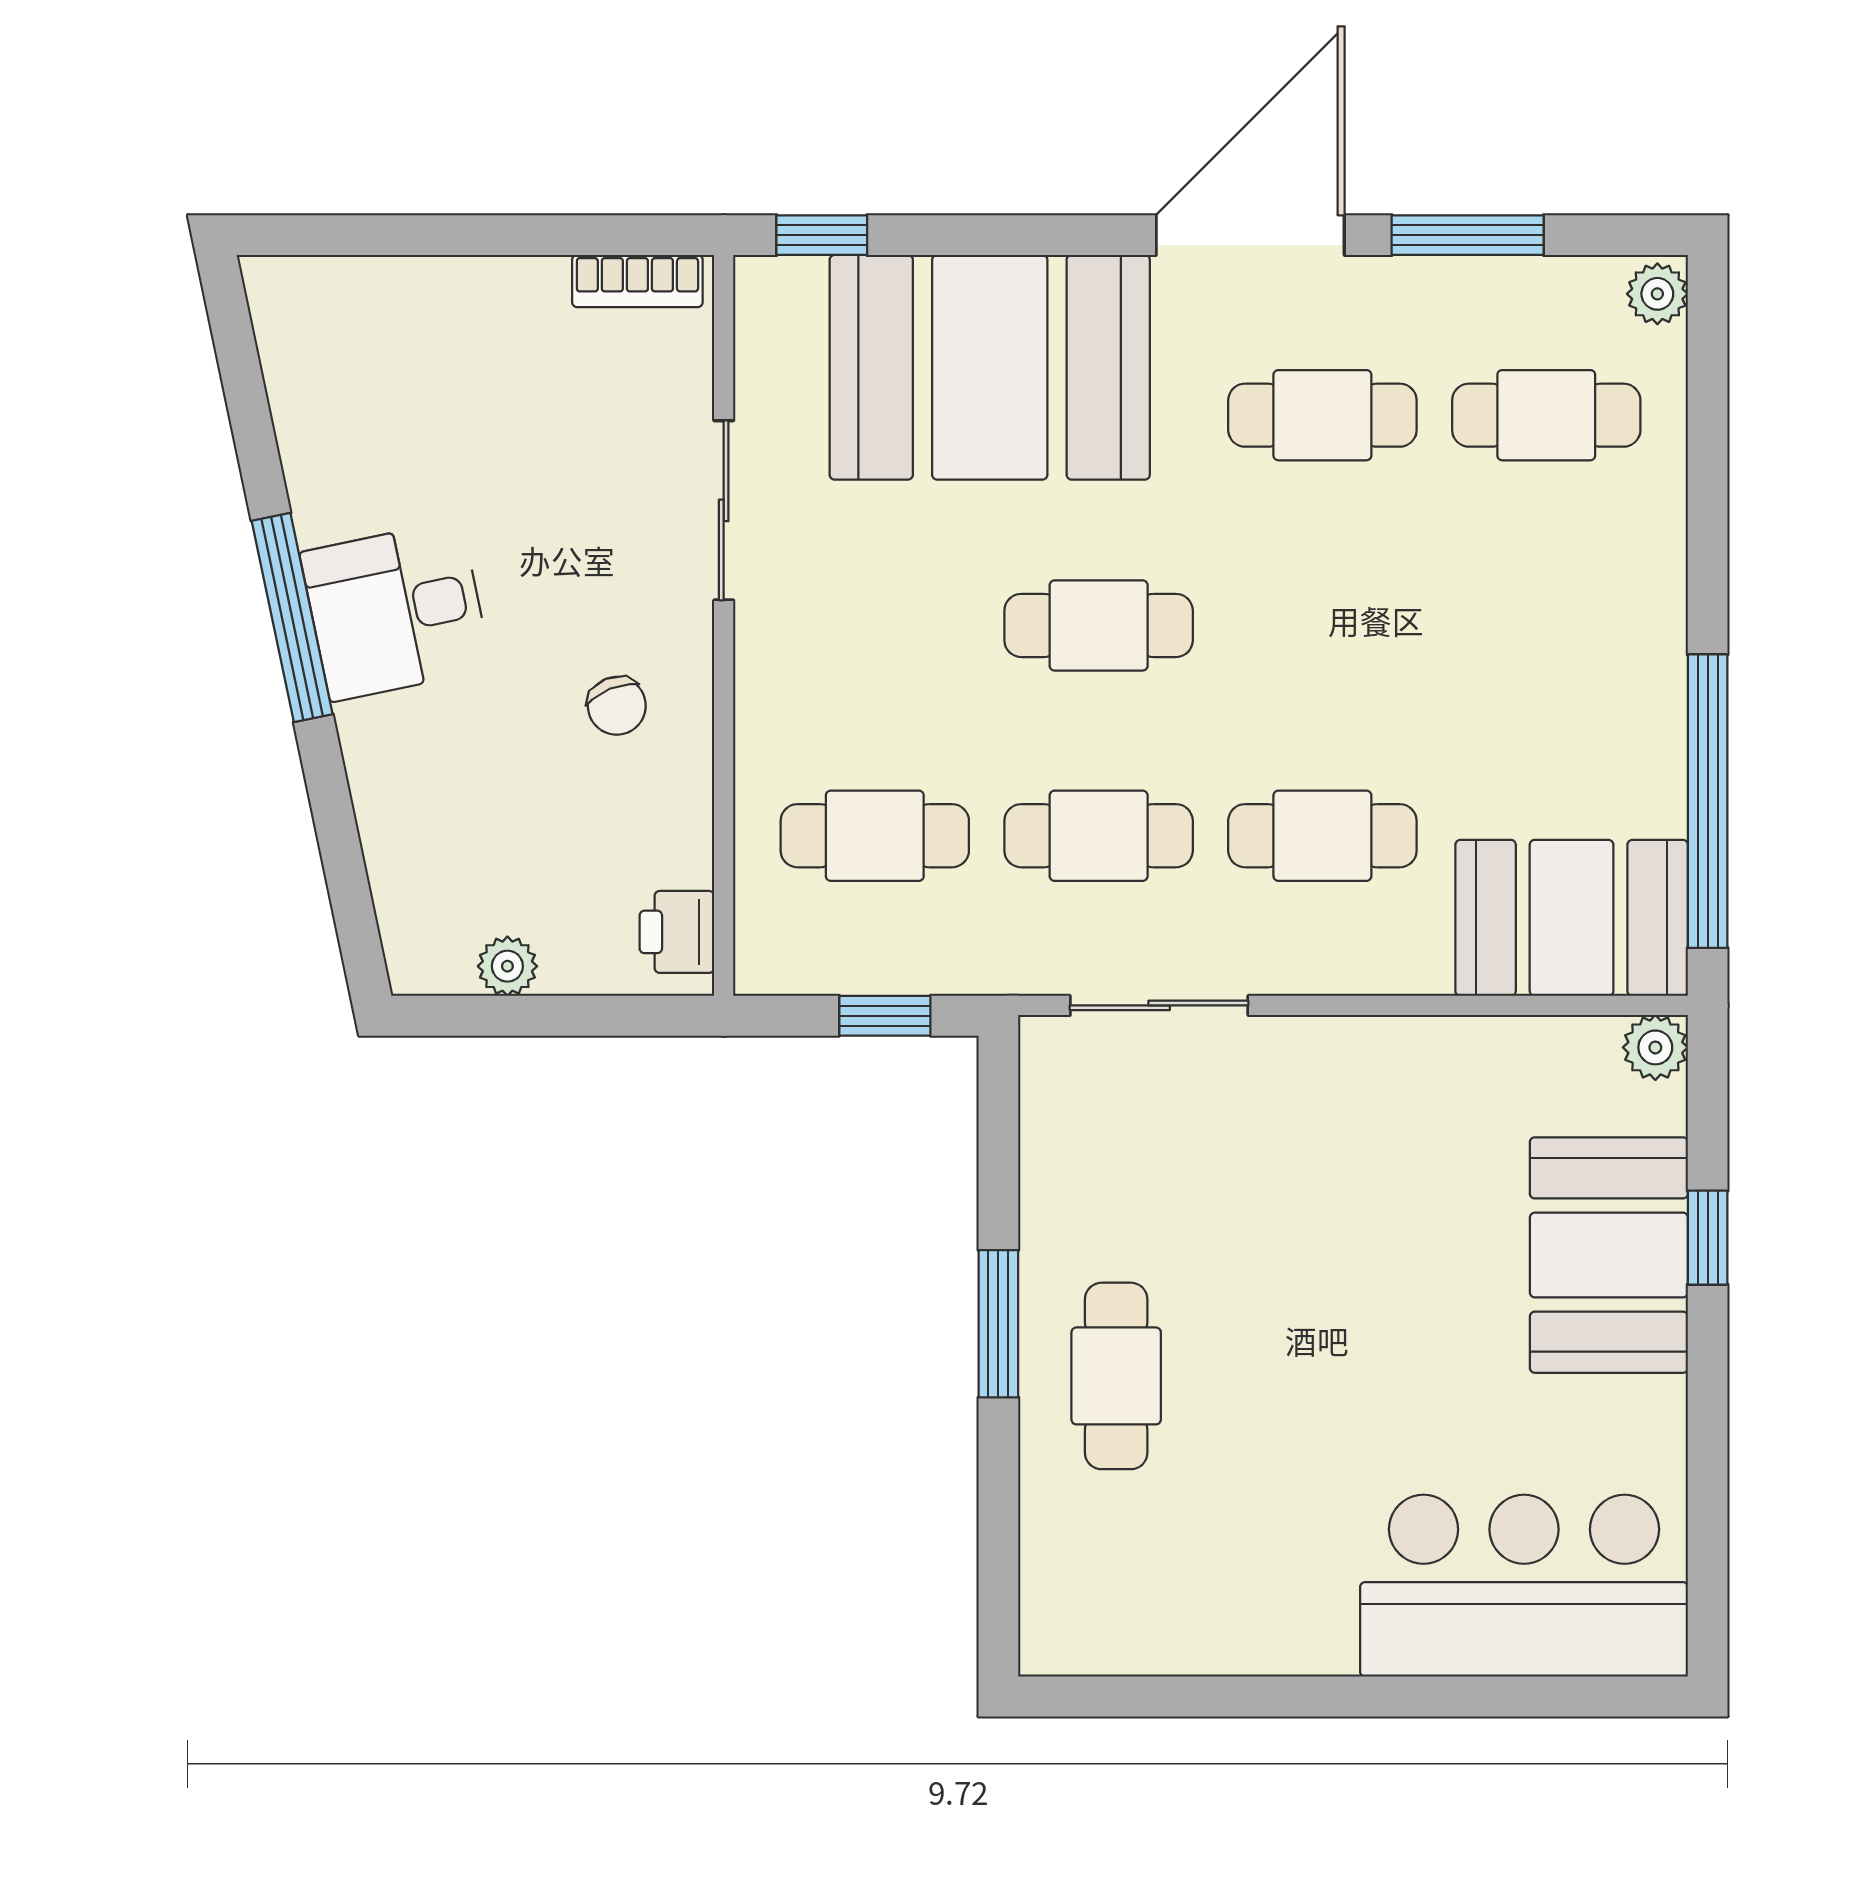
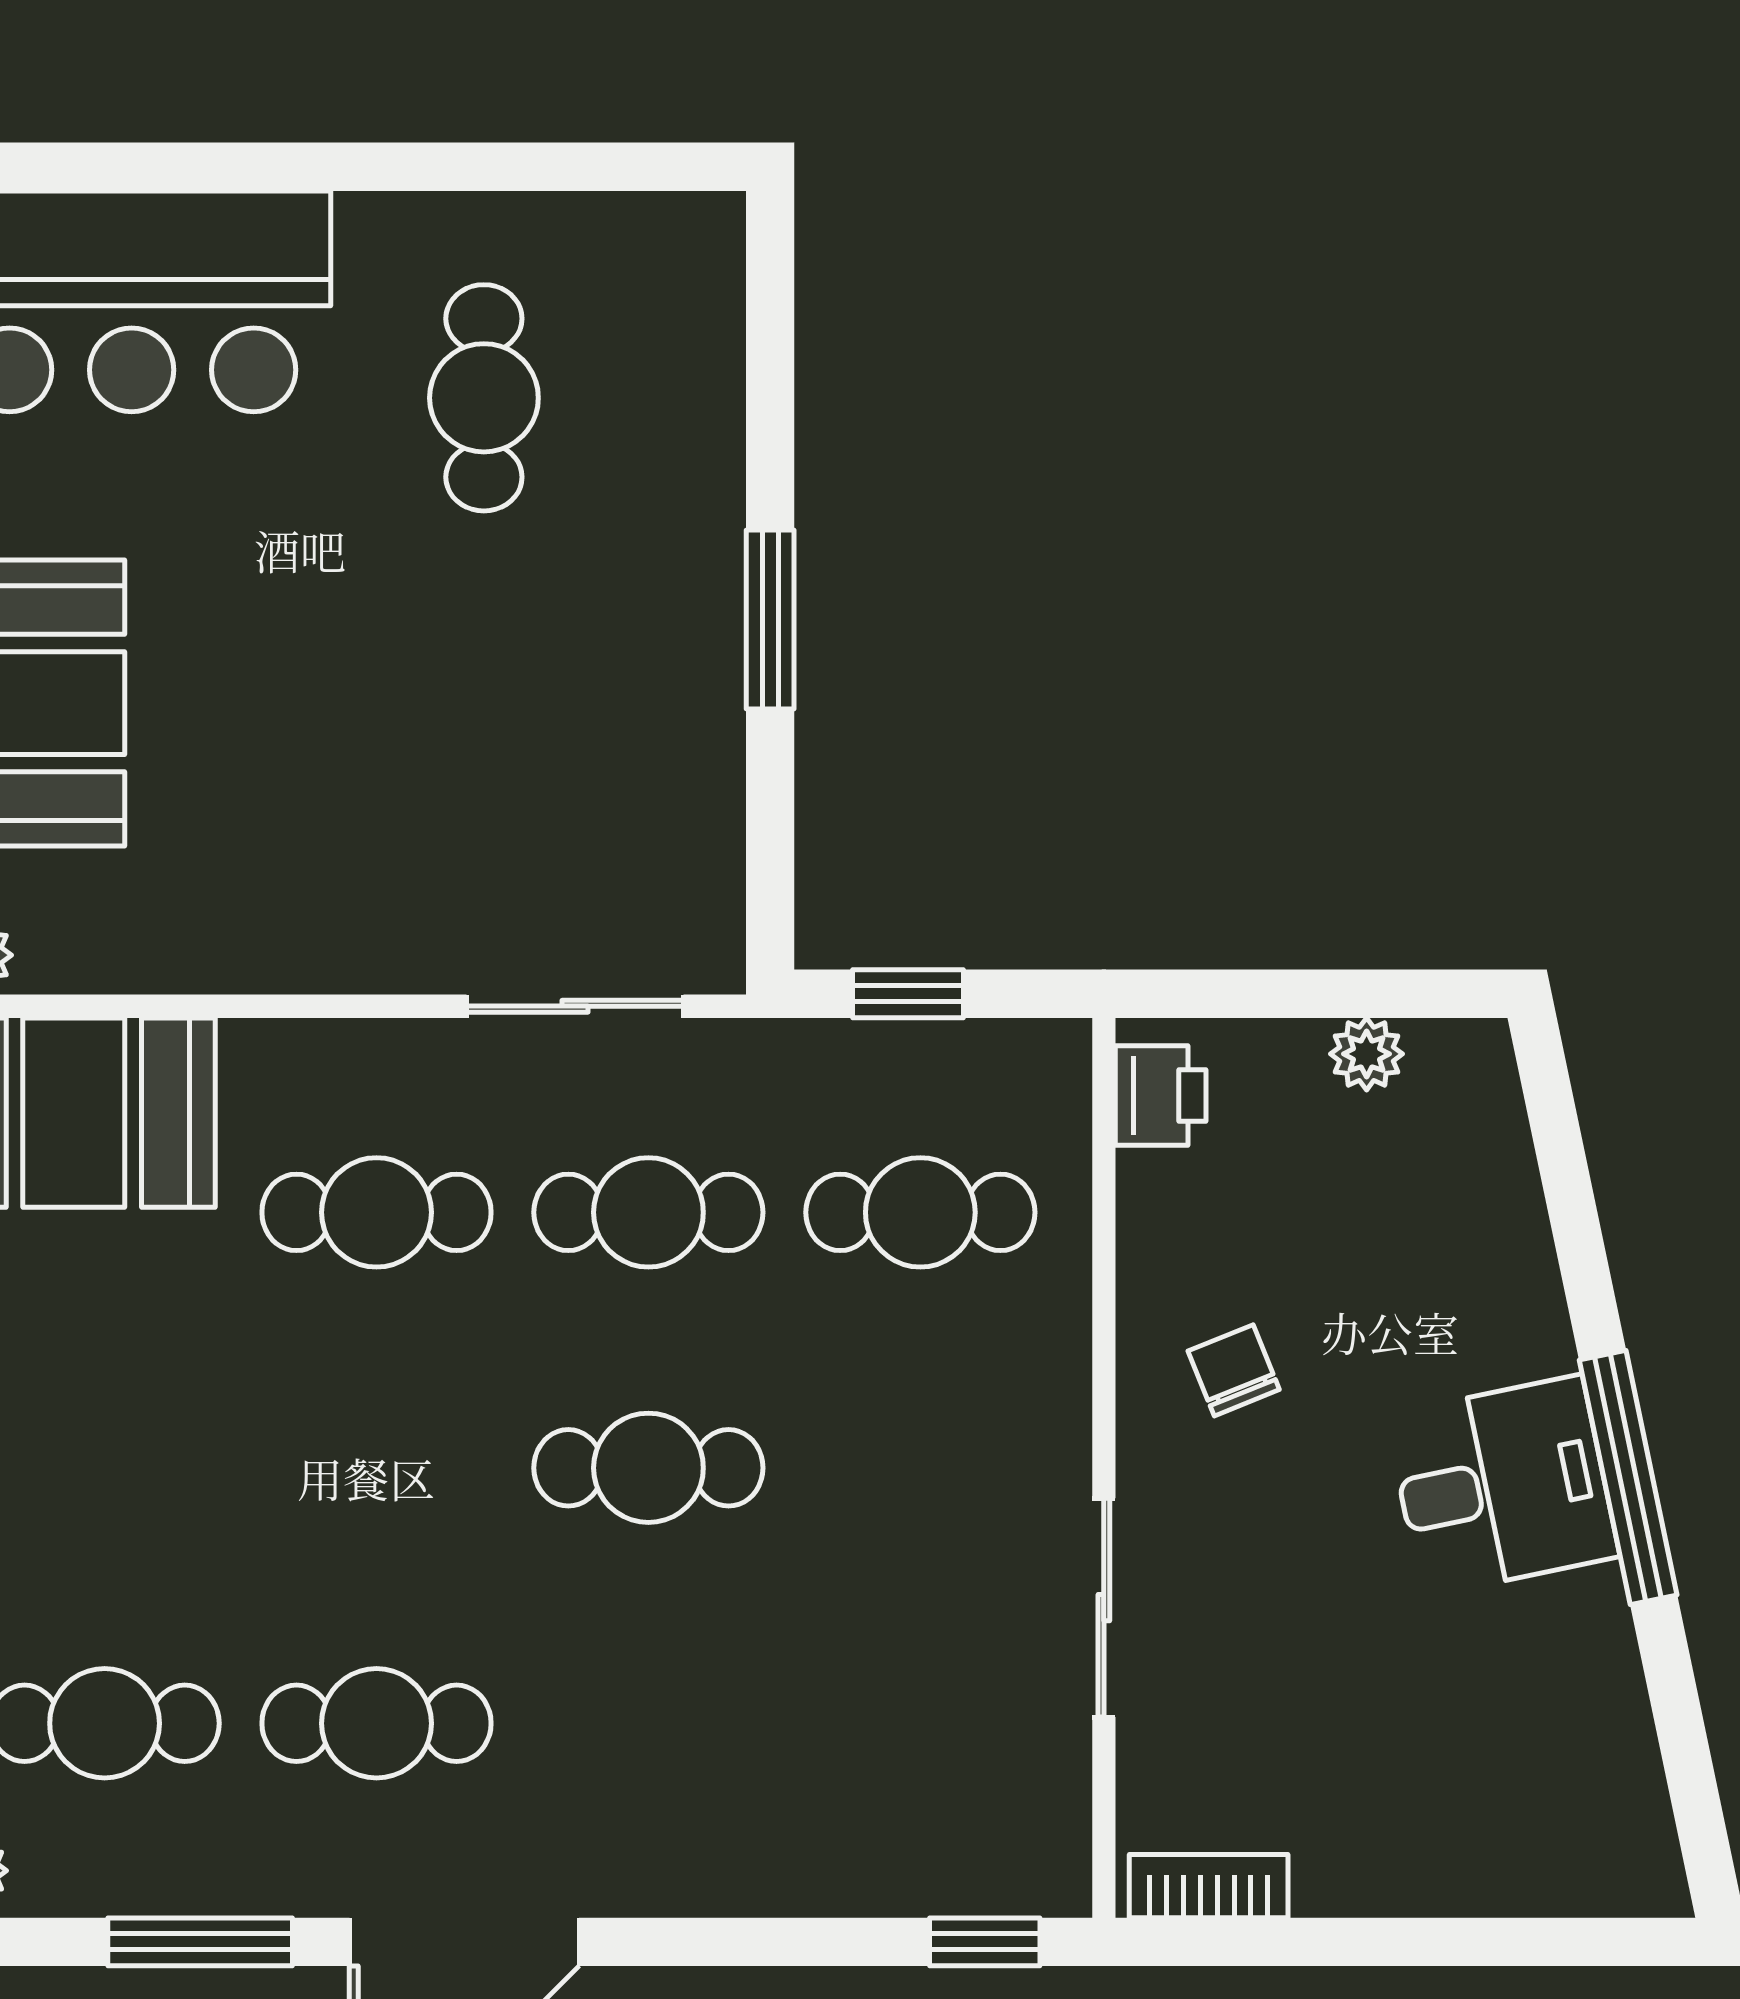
booth: (990, 367) -> (781, 1781), removed
cafe table: (1116, 1376) -> (484, 398), moved

